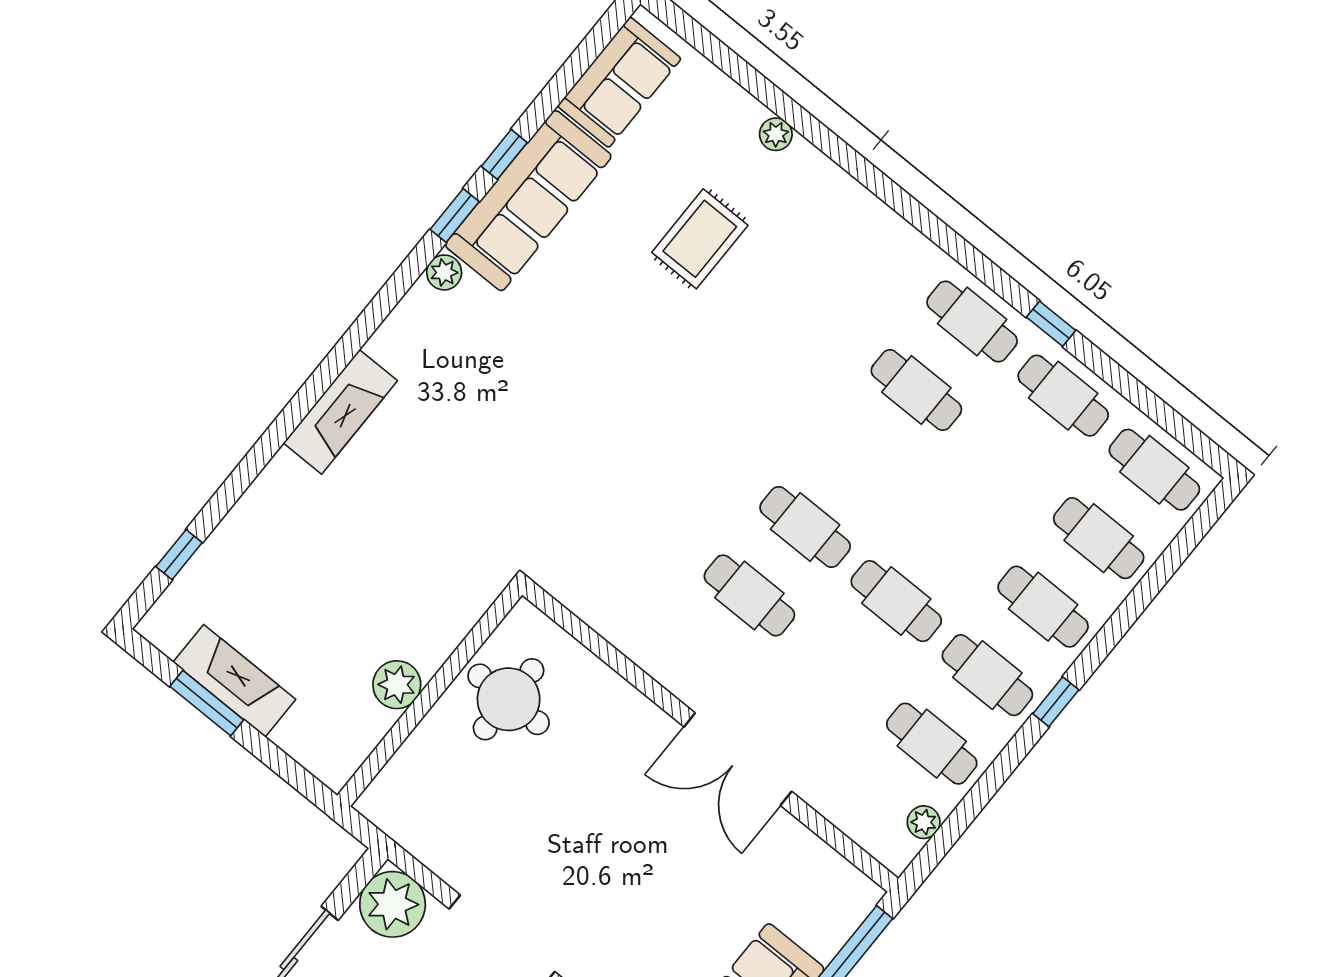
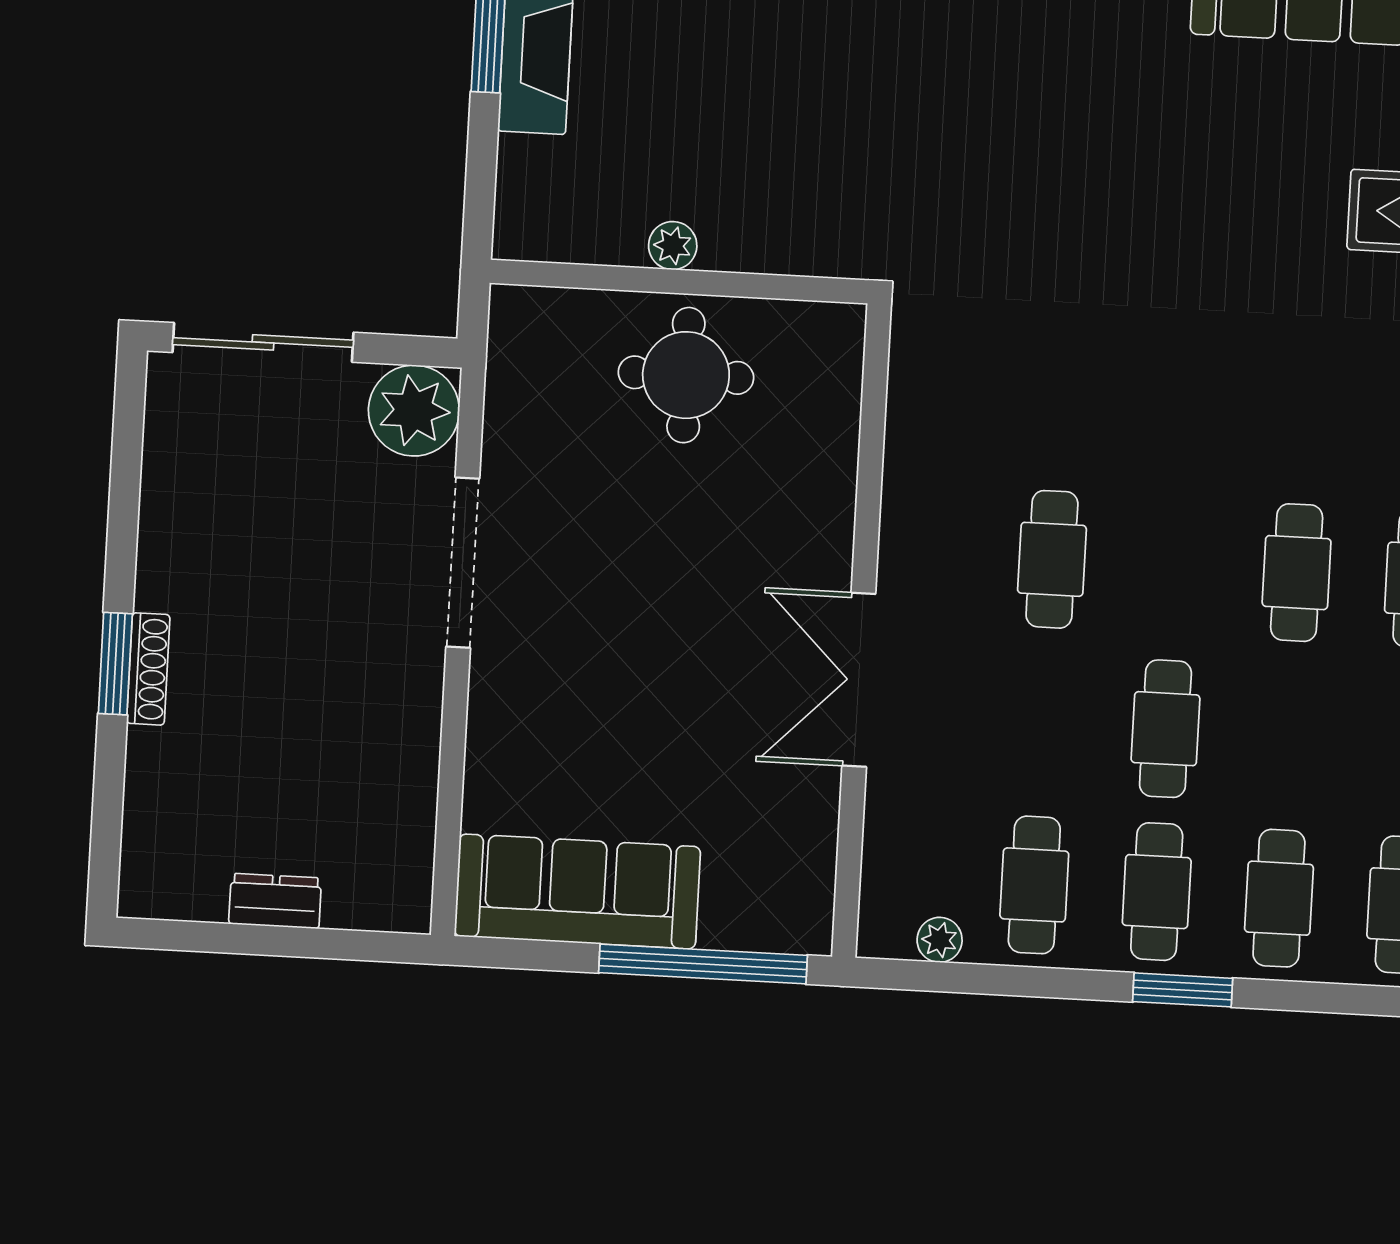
cafe table: (805, 527) -> (1297, 573), moved
plant: (397, 685) -> (673, 246), width x0.73, depth x0.73
round table: (509, 699) -> (686, 375), moved
window: (1056, 702) -> (1183, 990), width x1.50

